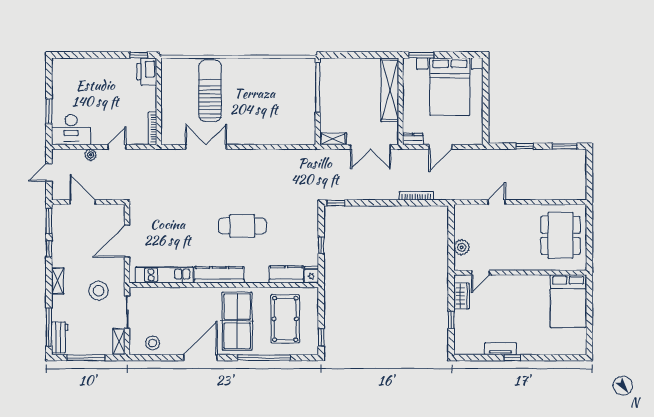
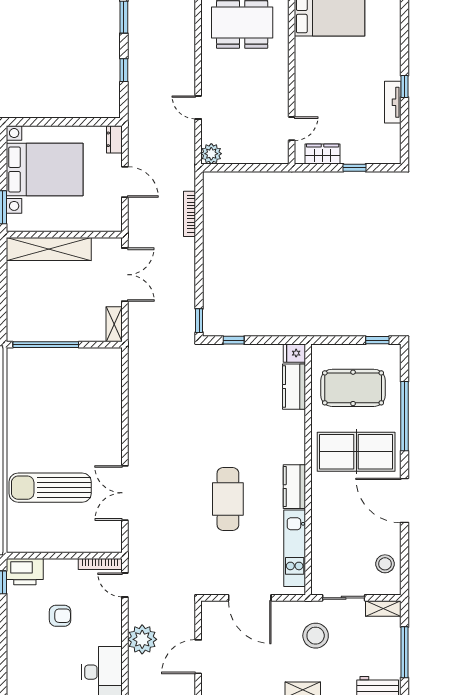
armchair: (114, 98) -> (60, 616), added
dresser: (413, 139) -> (114, 139), moved
door: (117, 147) -> (125, 585), moved
plant: (91, 155) -> (142, 639), width x1.88, depth x1.88
cafe table: (242, 226) -> (228, 499), moved
window: (321, 245) -> (234, 340), moved
plant: (462, 247) -> (211, 154), moved
door: (481, 273) -> (292, 129), hinge flipped
kitchen counter: (219, 275) -> (294, 487), width x0.67

